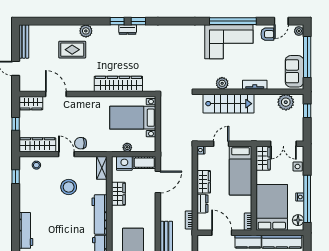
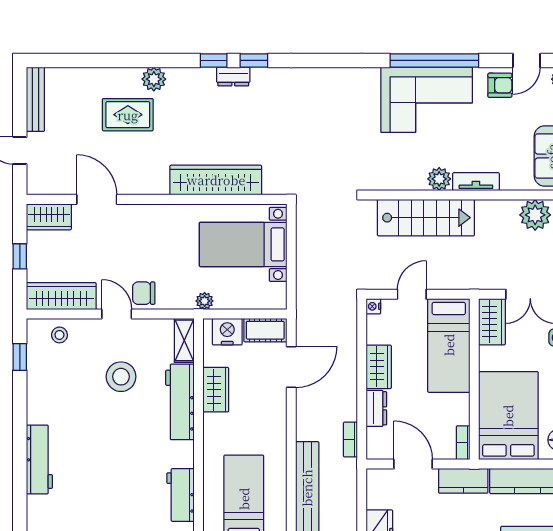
plant: (222, 83) -> (439, 179), moved
plant: (127, 147) -> (205, 301), moved
workbench: (100, 214) -> (180, 402), moved

